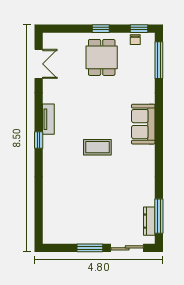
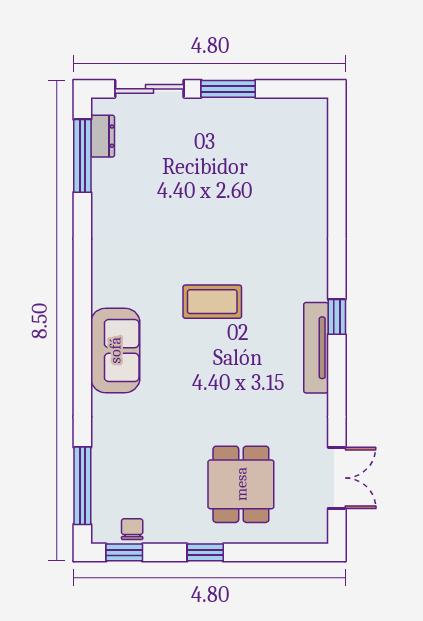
dining table: (102, 57) -> (241, 484), moved
double door: (39, 64) -> (337, 478), swing flipped
tv unit: (48, 119) -> (316, 348), width x1.41
dresser: (149, 221) -> (103, 136), width x0.70

